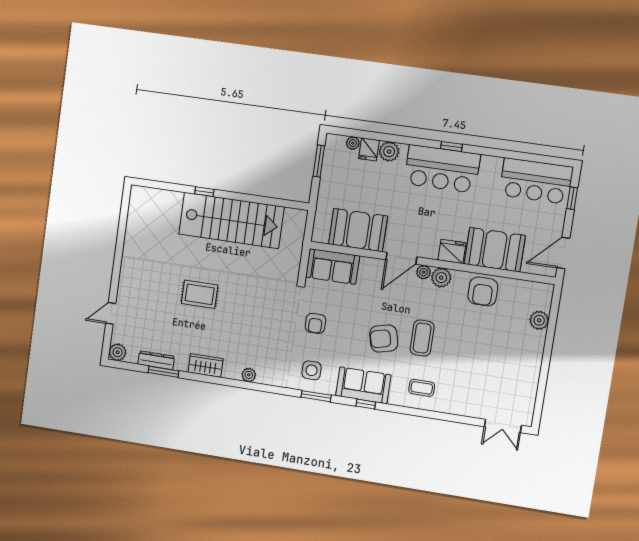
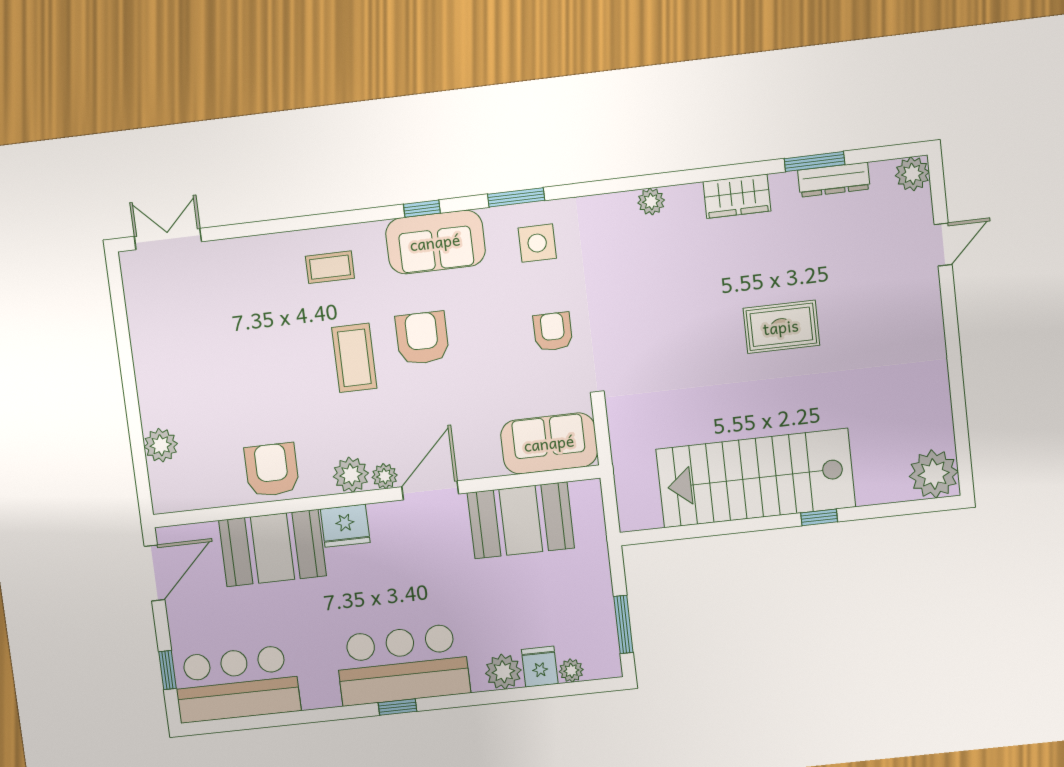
plant: (142, 199) -> (934, 474), added
armchair: (384, 339) -> (422, 338), turned -76

